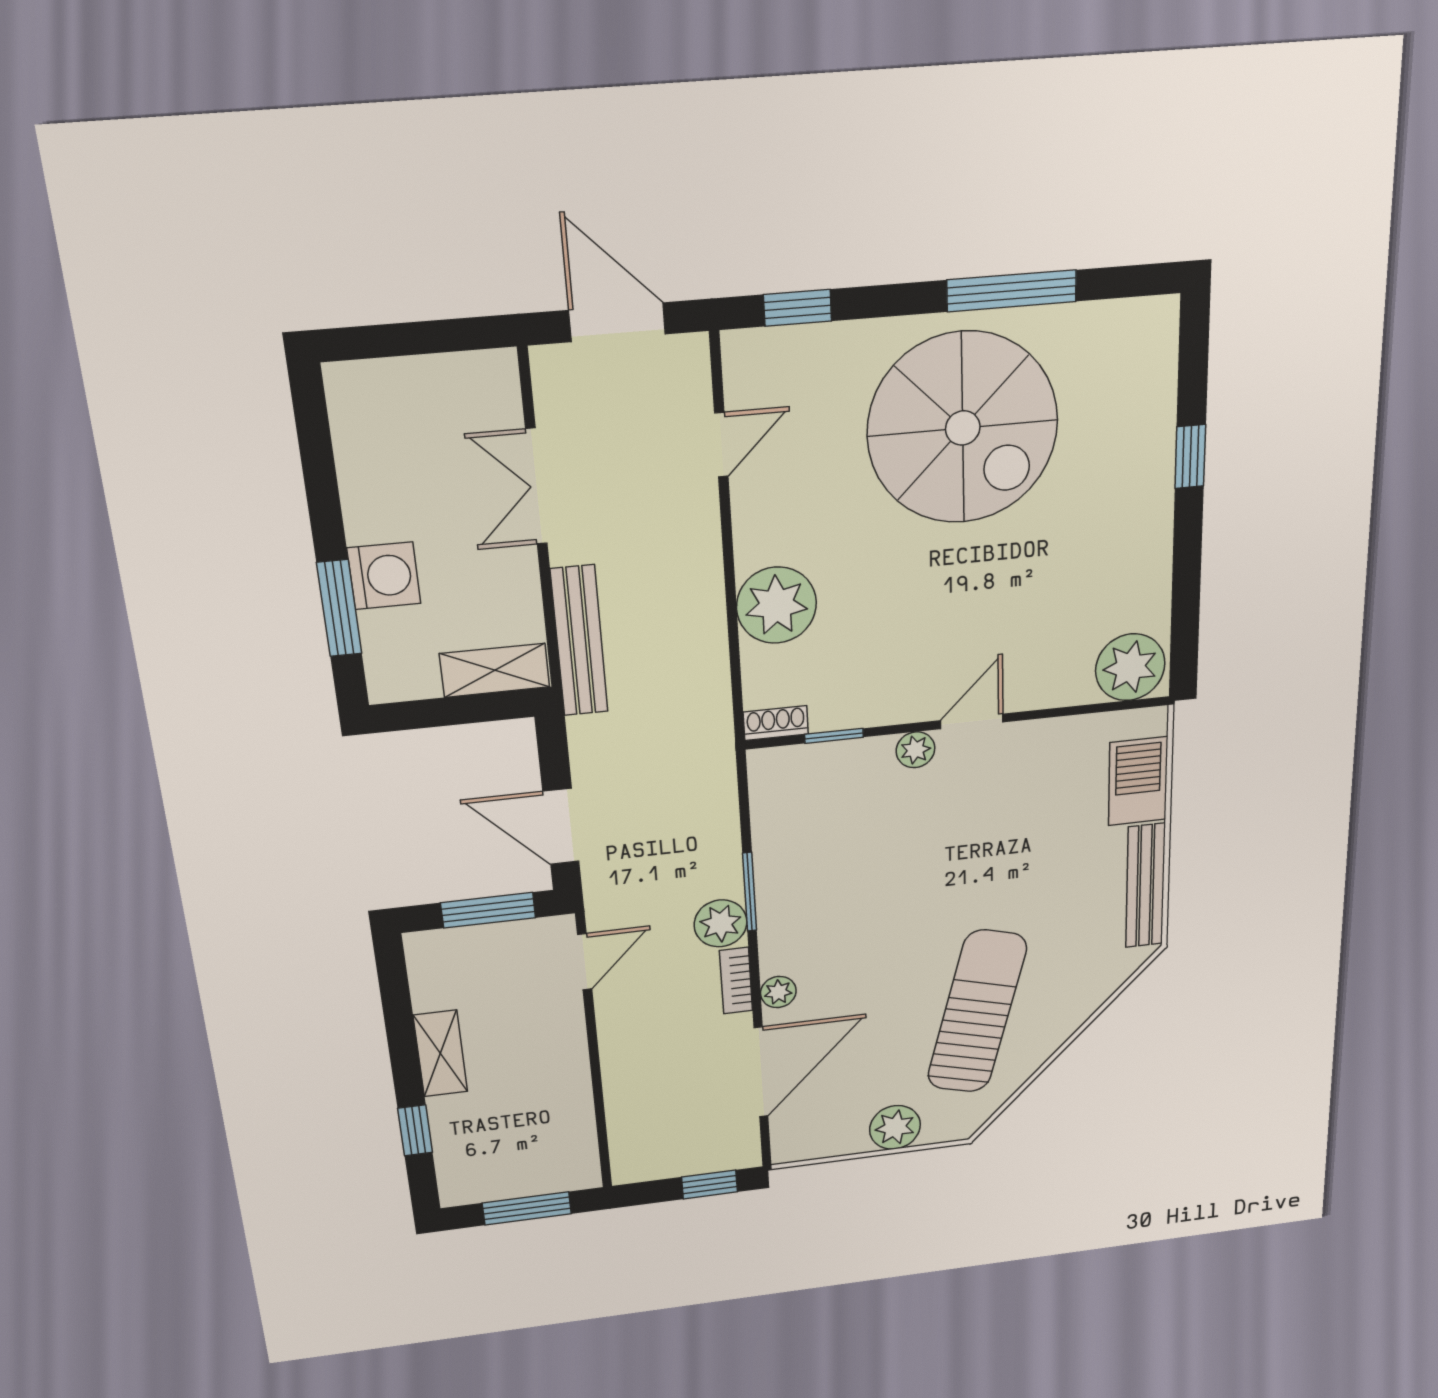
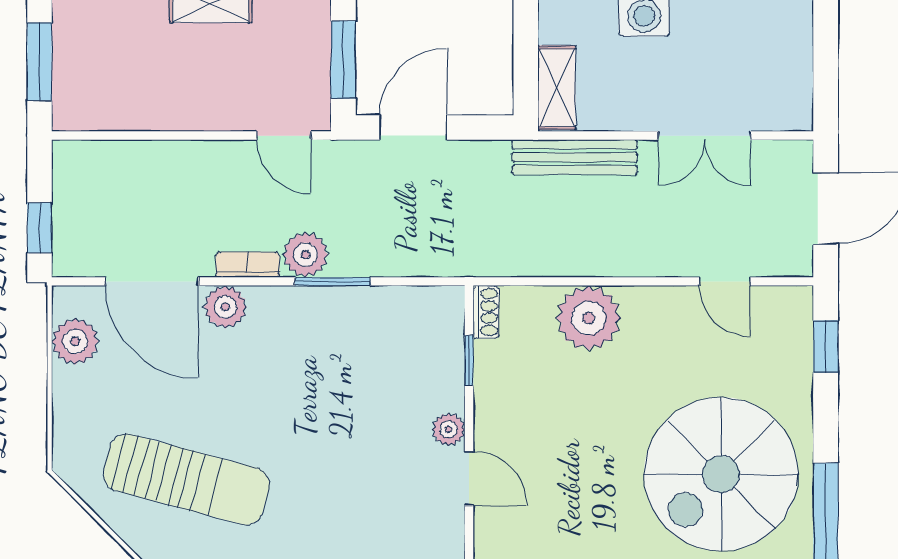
double door: (536, 486) -> (704, 136), swing flipped
plant: (778, 992) -> (225, 307), width x1.38, depth x1.38
plant: (895, 1127) -> (75, 341), moved

